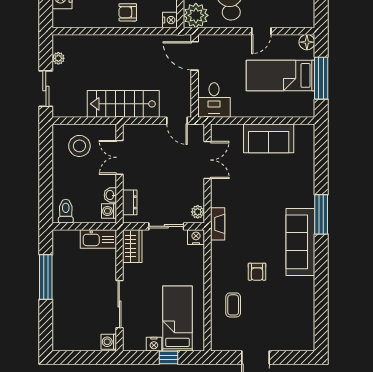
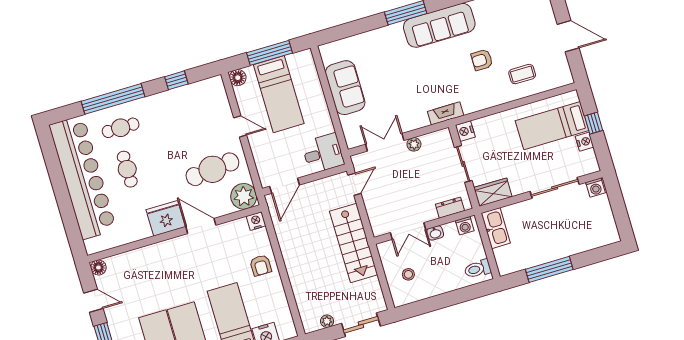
stool: (79, 146) -> (408, 274), width x0.53, depth x0.53
washbasin: (110, 195) -> (435, 233), moved
plant: (198, 212) -> (414, 144), moved
armchair: (257, 272) -> (482, 60), turned 180

